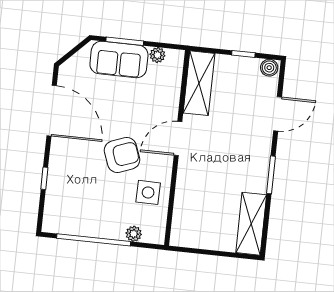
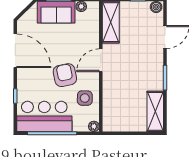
armchair: (122, 155) -> (65, 75), turned -81
bar counter: (85, 213) -> (44, 116), added
plant: (134, 234) -> (94, 126), moved

